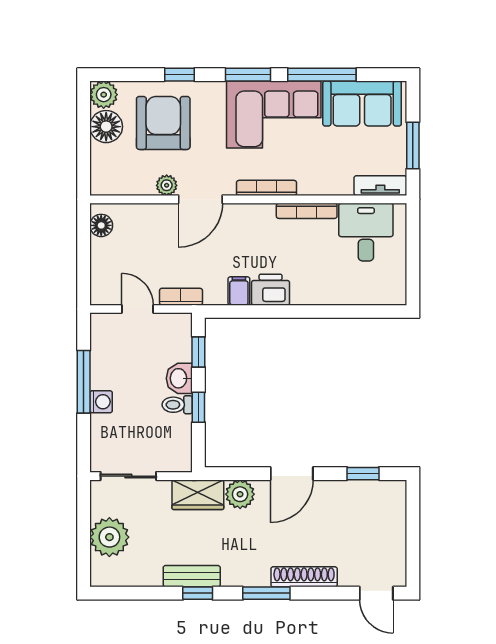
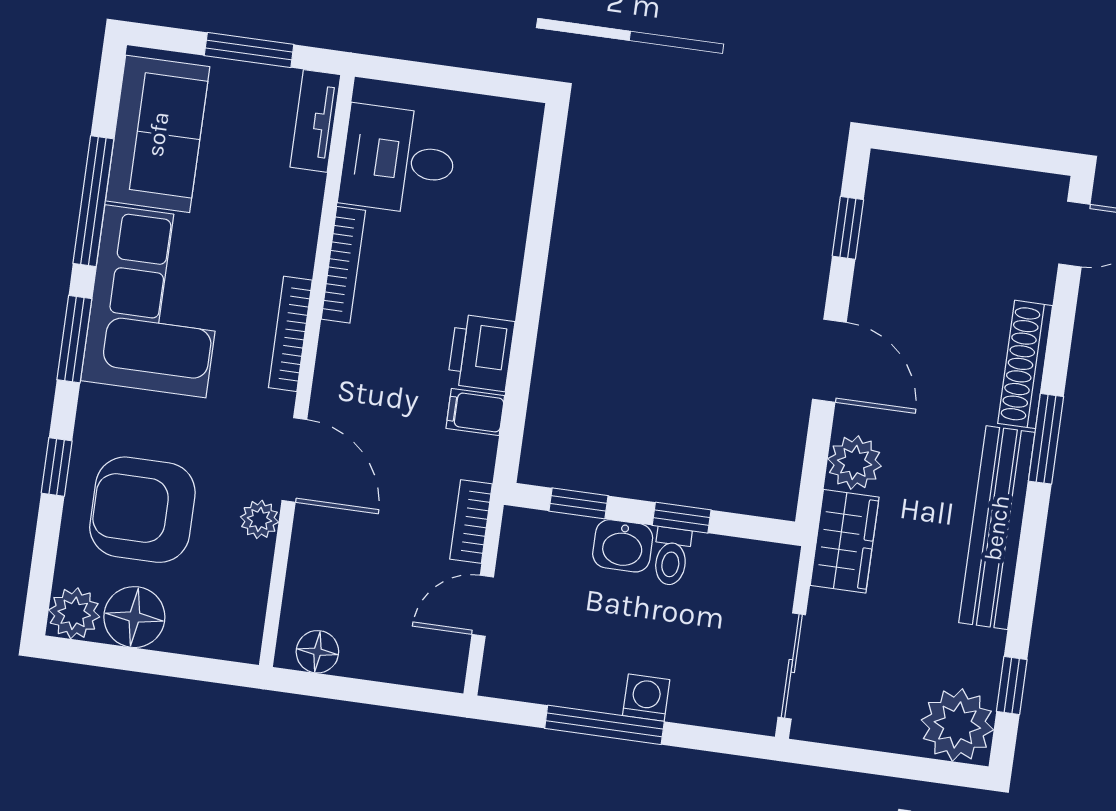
plant: (109, 537) -> (957, 725), moved
bench: (192, 576) -> (997, 528), width x1.86, depth x1.21
window: (198, 593) -> (1012, 686), moved

